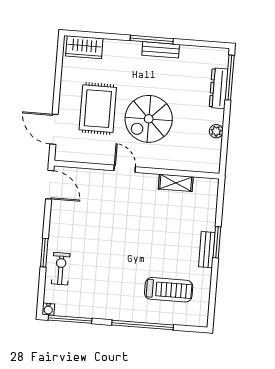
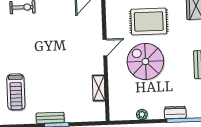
dresser: (219, 88) -> (175, 112), width x0.70

